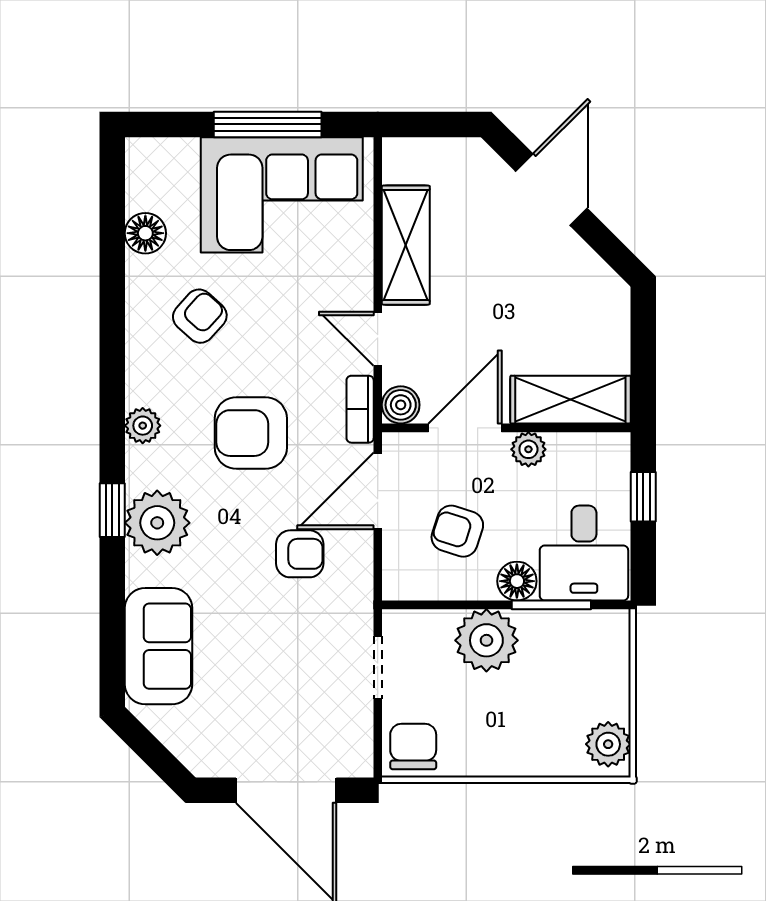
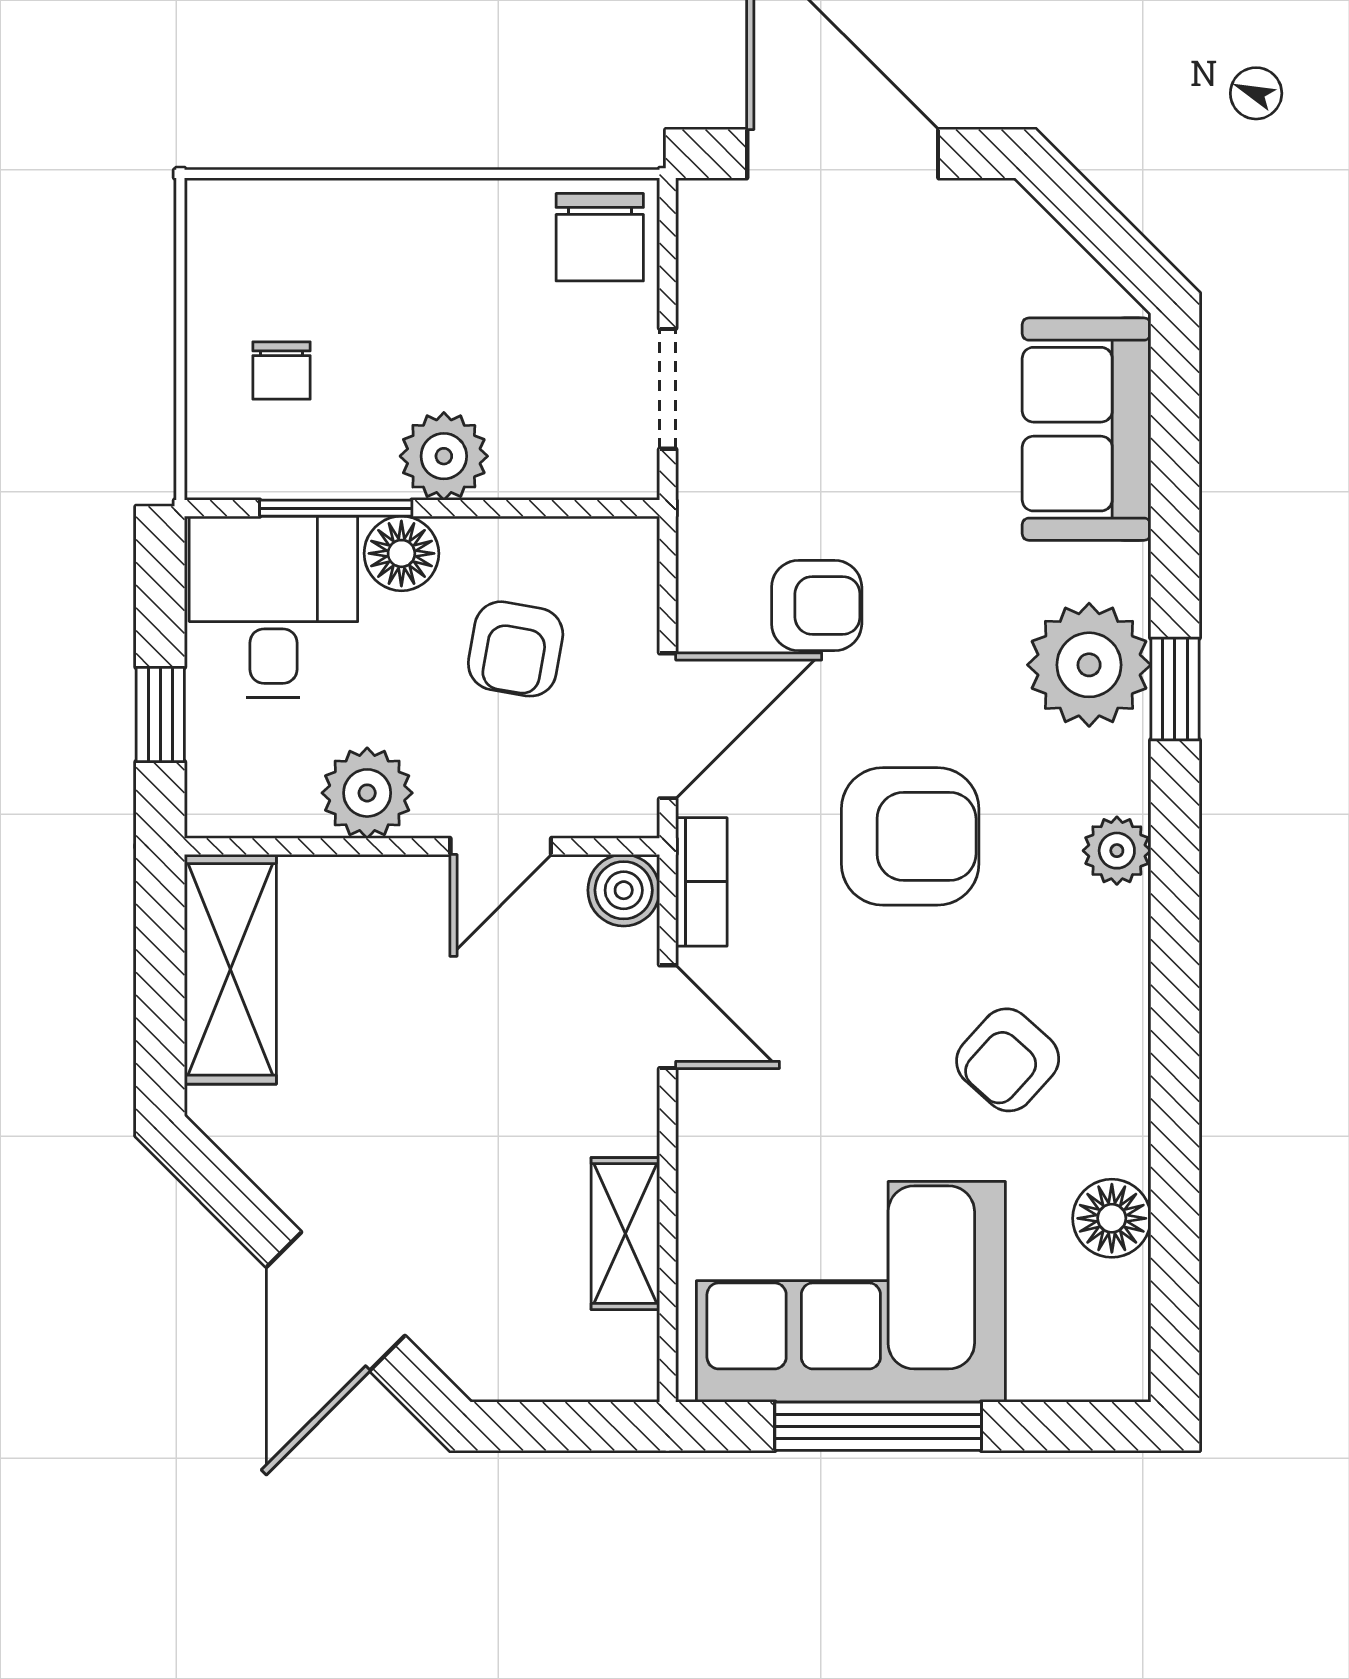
shelving: (406, 245) -> (625, 1234), width x0.67, depth x0.75
shelving: (570, 400) -> (230, 969), moved, turned 90
door: (465, 428) -> (501, 846), width x0.73
plant: (528, 449) -> (367, 793), width x1.38, depth x1.38
armchair: (457, 531) -> (516, 649), turned 82
armchair: (300, 554) -> (817, 605), turned 180
plant: (486, 640) -> (444, 456), width x0.73, depth x0.73
chair: (580, 677) -> (281, 370), added
plant: (608, 744) -> (227, 242), removed

